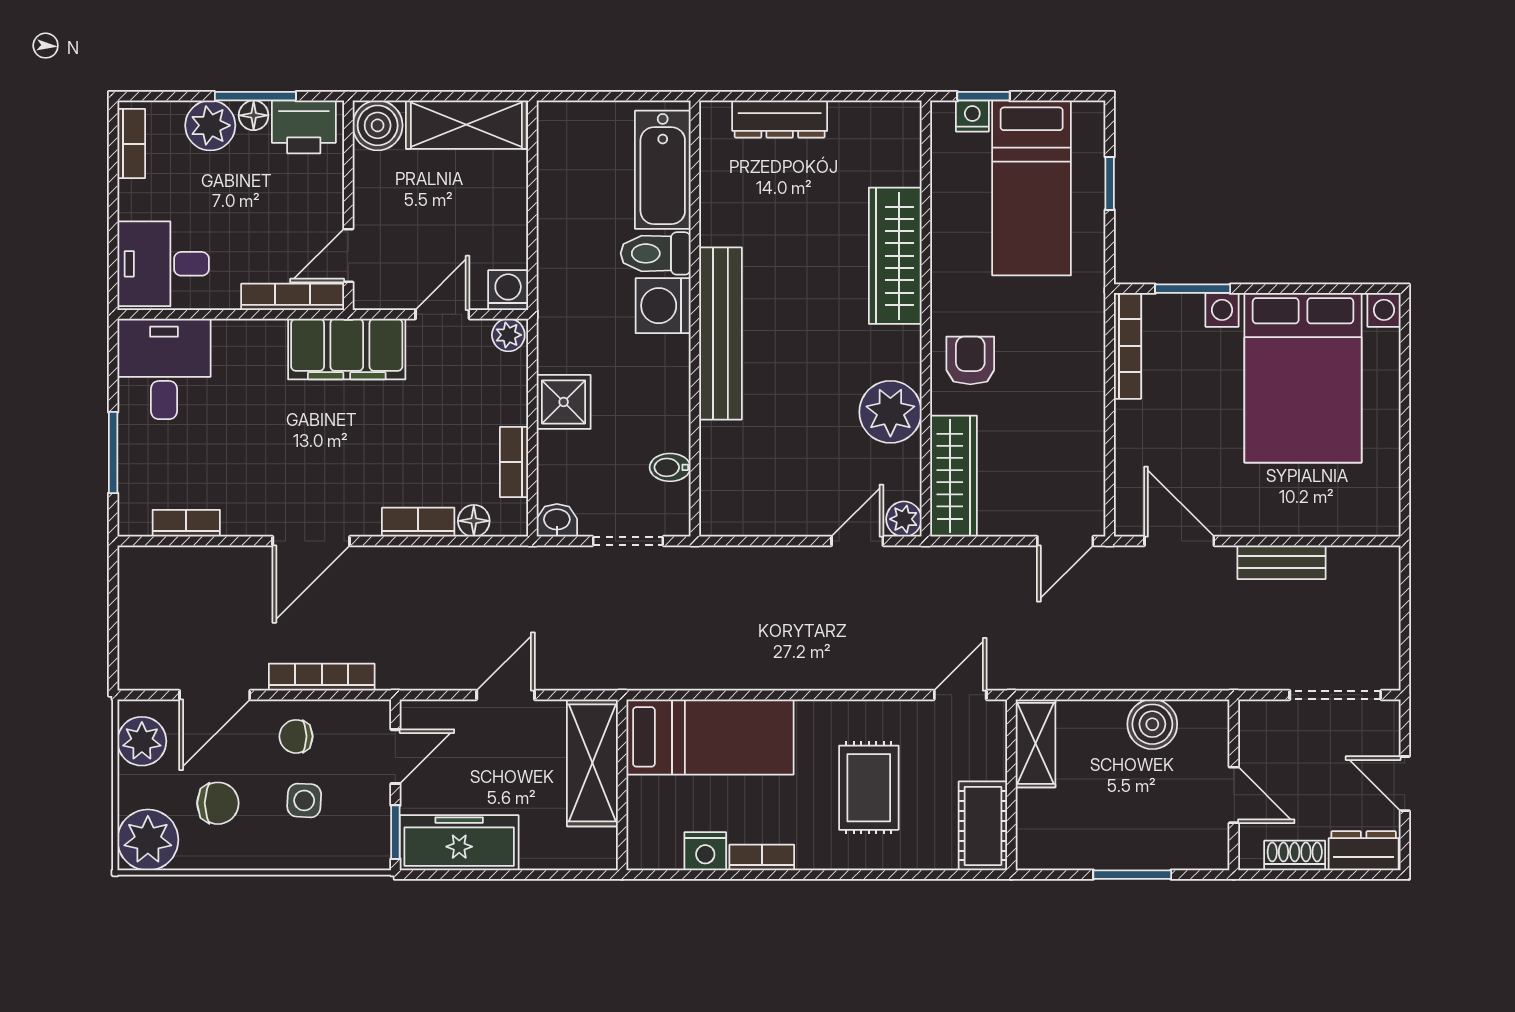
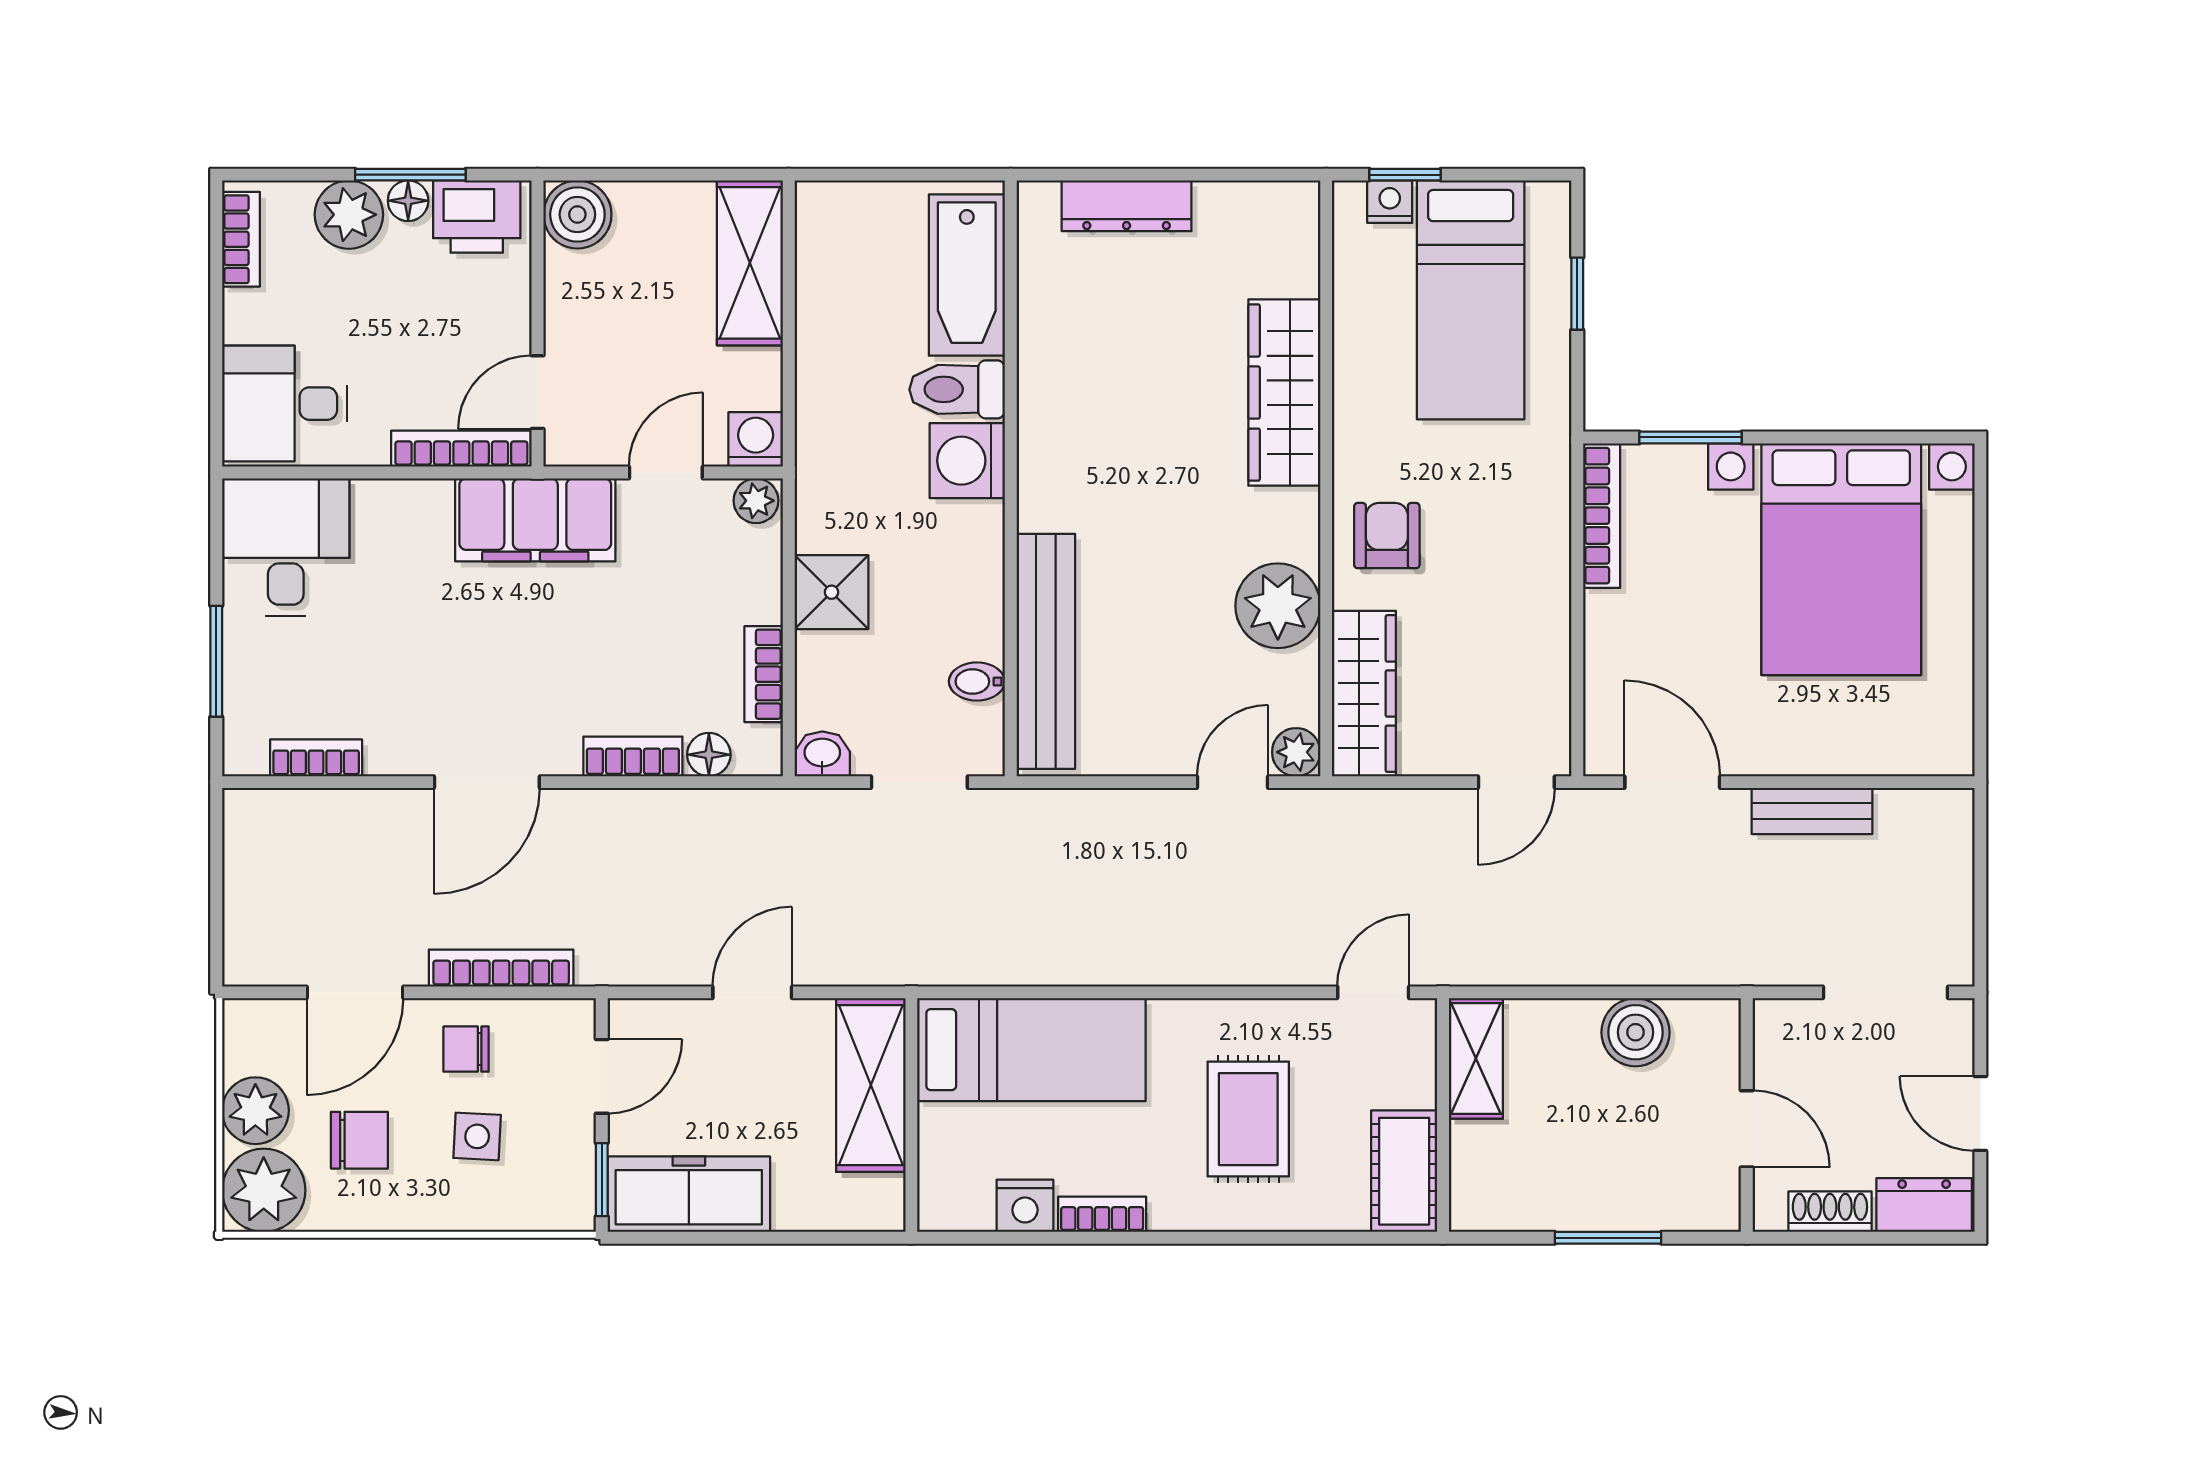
shelving: (466, 125) -> (750, 263), moved, turned 90
bench: (721, 334) -> (1046, 651), moved
plant: (142, 741) -> (255, 1111), moved

